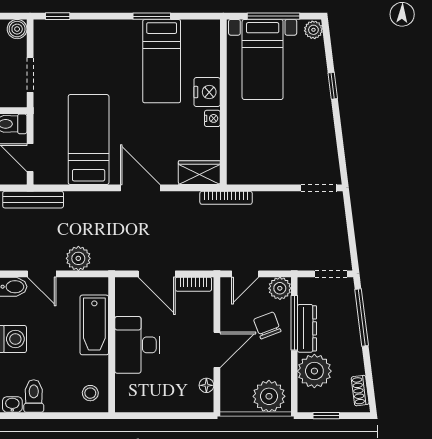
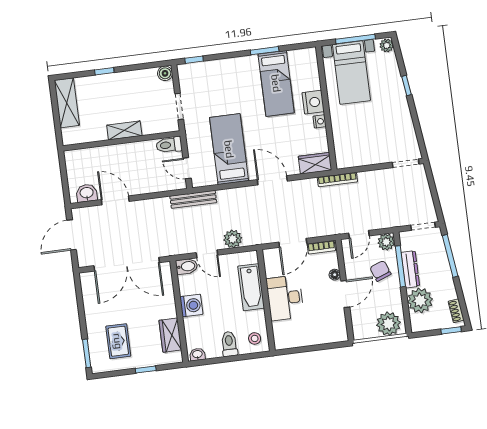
door: (157, 274) -> (293, 243), hinge flipped
floor lamp: (206, 385) -> (335, 275), moved
toilet: (34, 396) -> (229, 344), moved
window: (326, 416) -> (451, 330), moved

